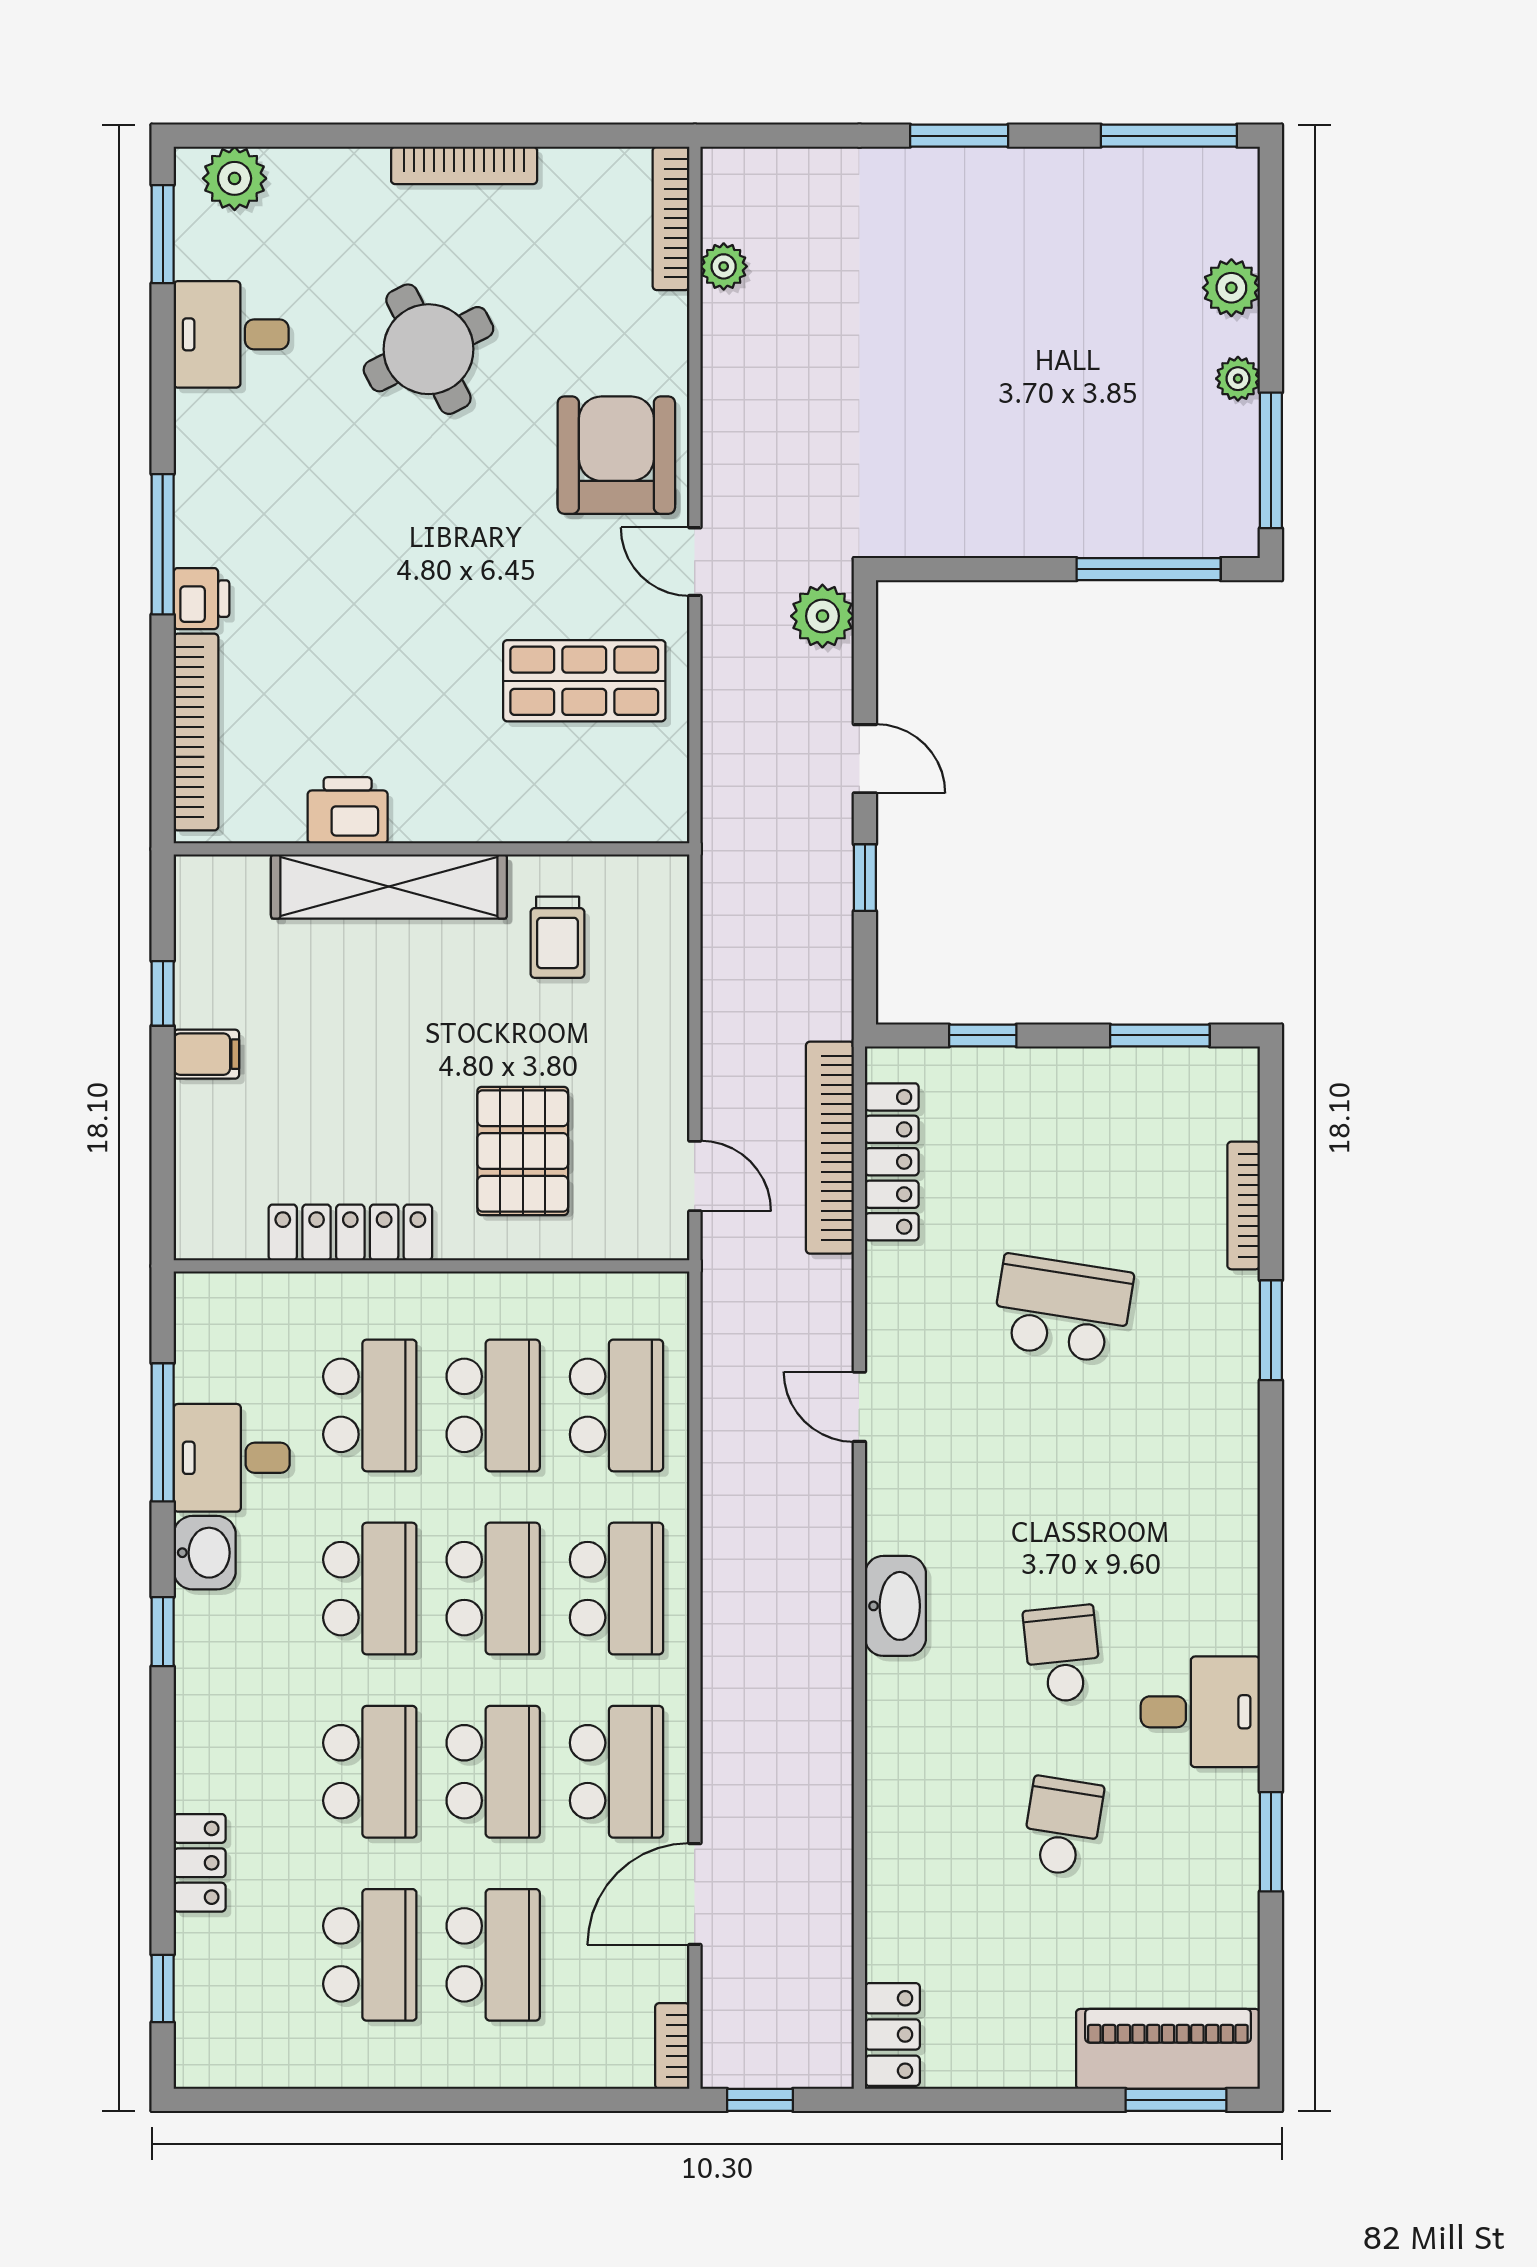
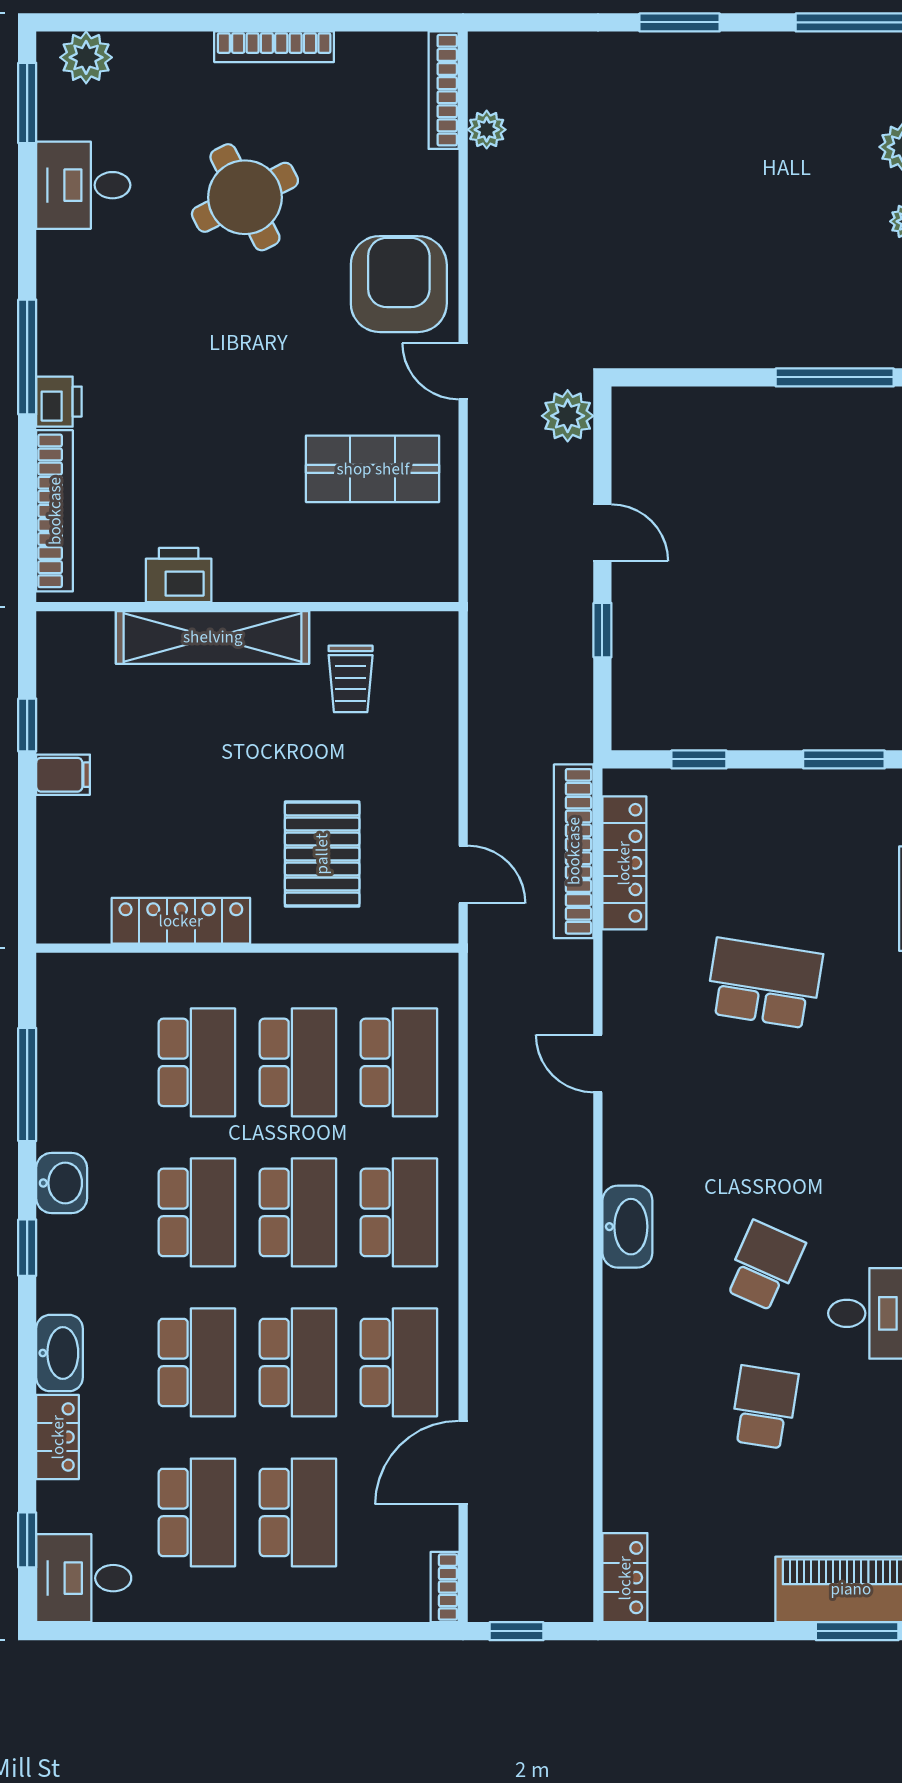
desk: (232, 1458) -> (84, 1578), moved
school desk: (1062, 1654) -> (764, 1266), turned 30
washbasin: (202, 1760) -> (60, 1353), added

